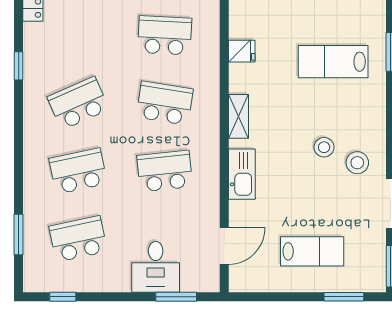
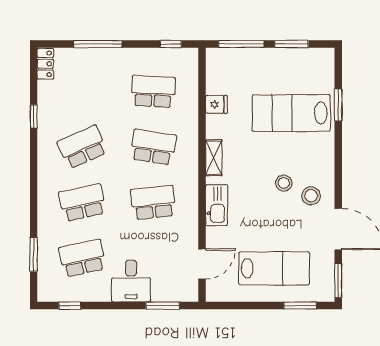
lab bench: (333, 62) -> (291, 113), width x1.36, depth x1.39
lab bench: (312, 251) -> (274, 268), width x1.36, depth x1.39
desk: (156, 267) -> (131, 281), moved

